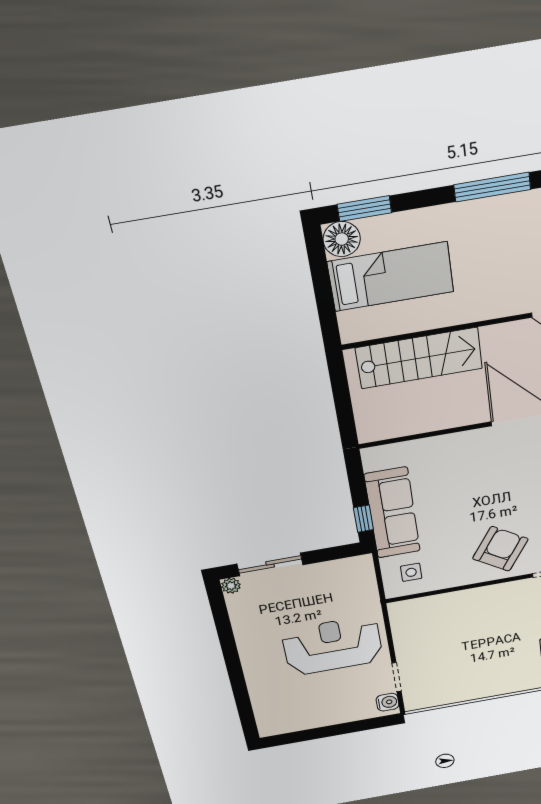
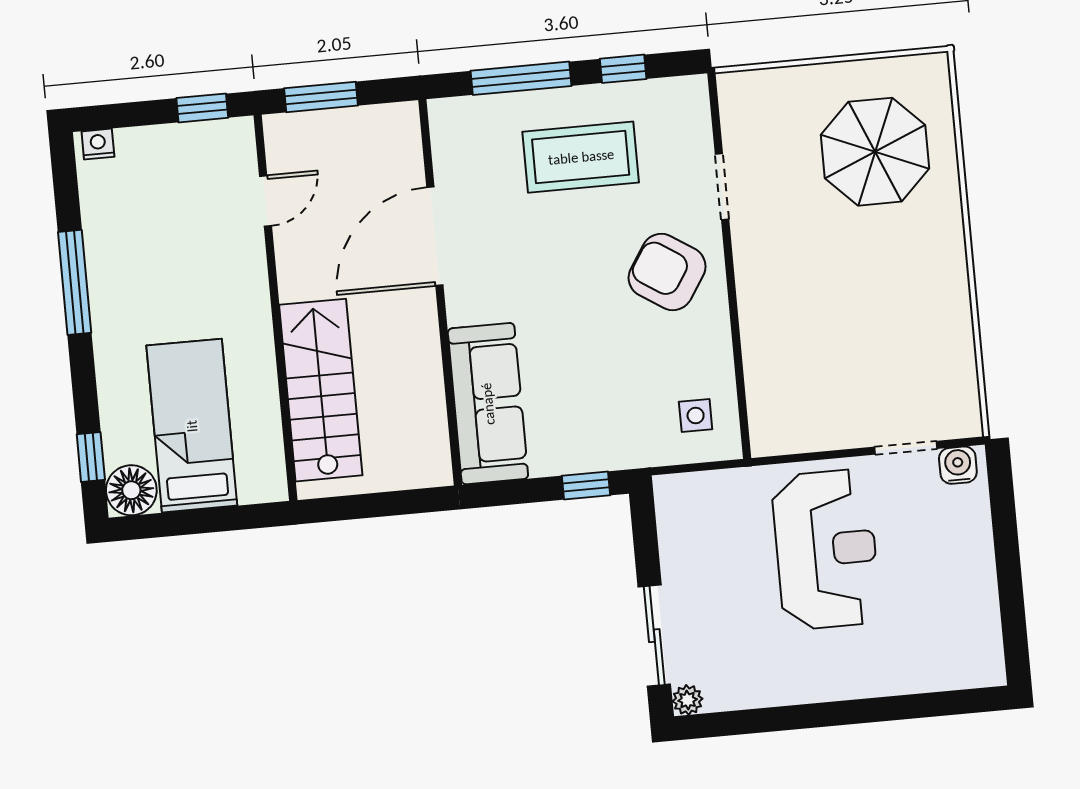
window: (364, 209) -> (91, 457), width x0.67
sofa: (392, 513) -> (488, 404), moved, turned 90
reception desk: (333, 646) -> (826, 549), turned 180

